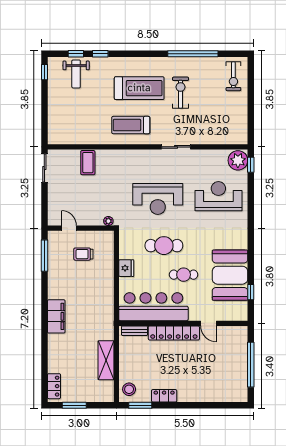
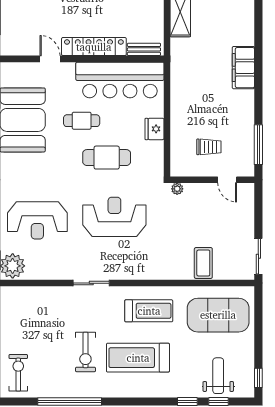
exercise mat: (76, 122) -> (218, 315), added

